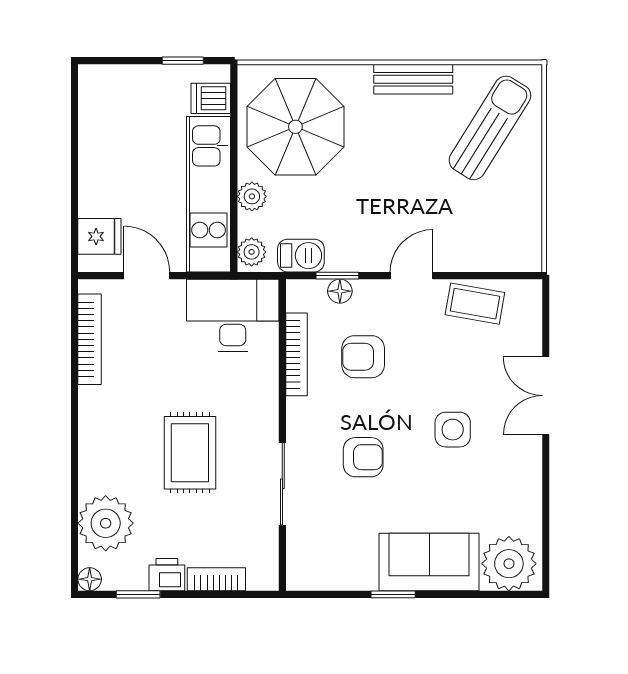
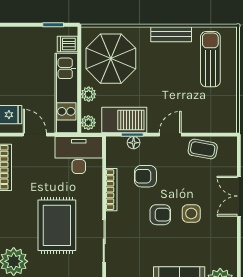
sun lounger: (490, 128) -> (210, 59), turned -32
barbecue: (301, 256) -> (124, 120), width x1.88, depth x1.53
bookcase: (296, 354) -> (111, 190), moved
rug: (190, 453) -> (57, 225), width x1.36, depth x1.43
armchair: (363, 457) -> (160, 215), moved

